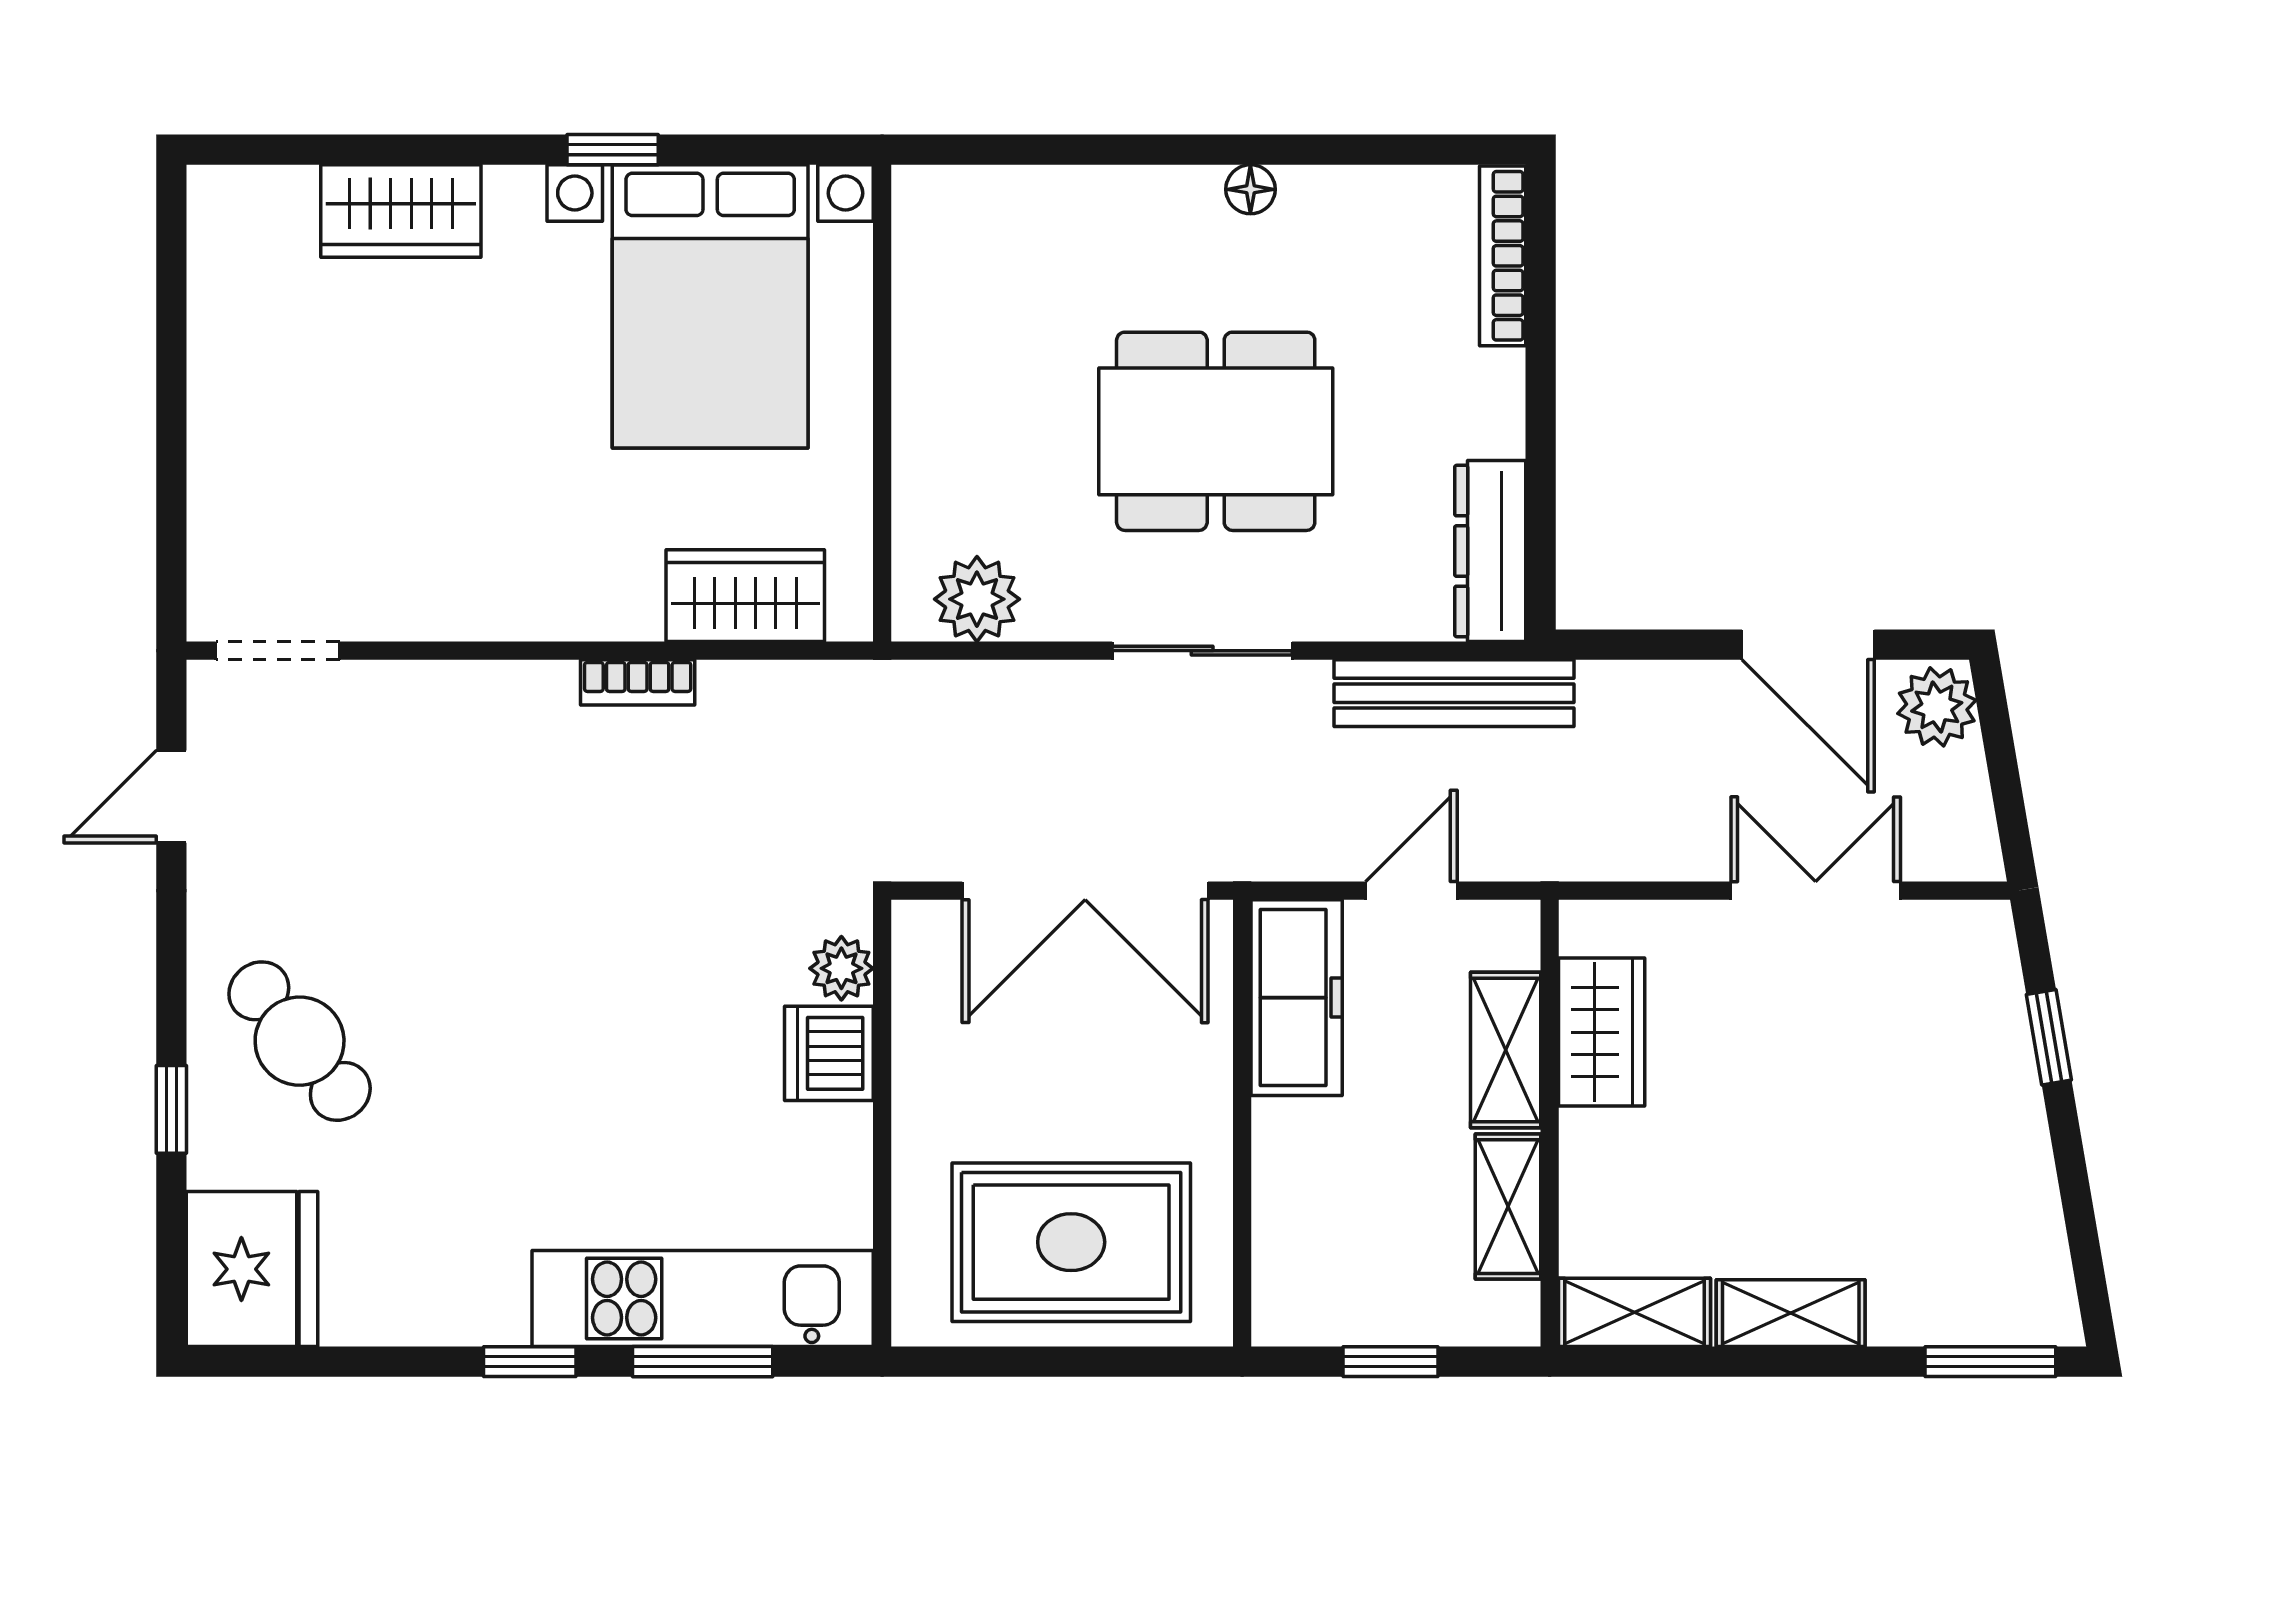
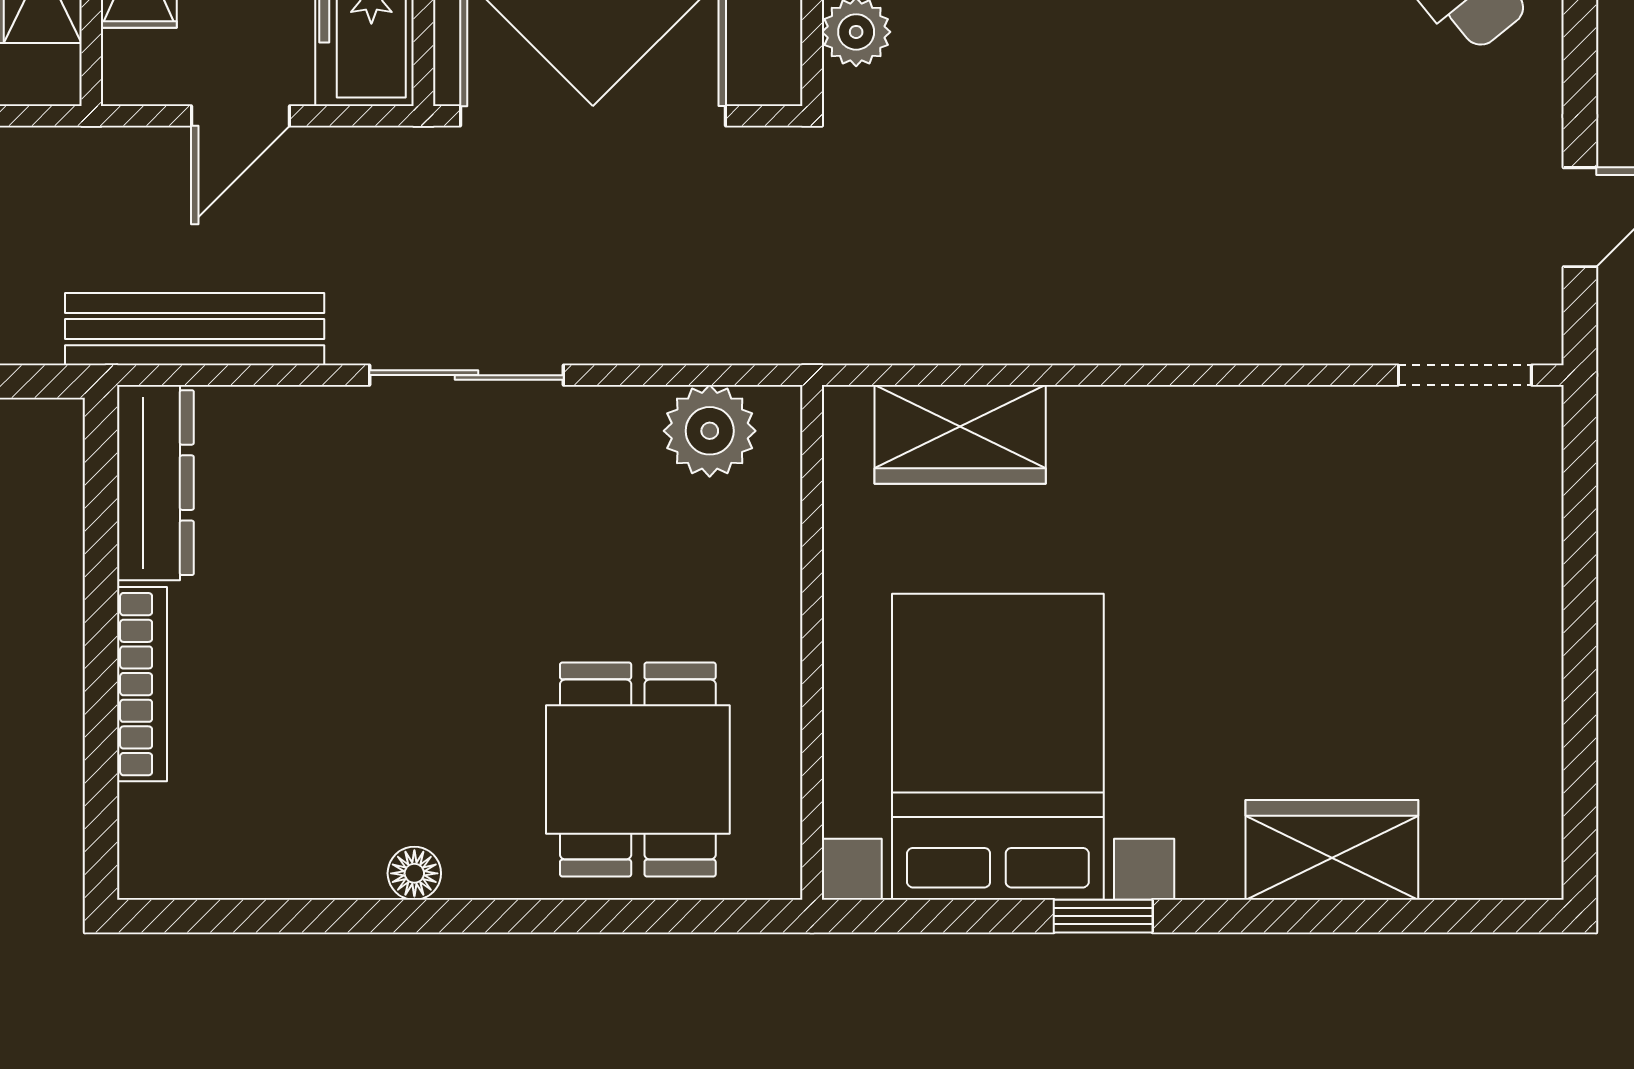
bookcase: (1503, 256) -> (142, 684), moved
dining table: (1216, 431) -> (638, 769), moved, width x0.73
bookcase: (638, 682) -> (1076, 341), removed

